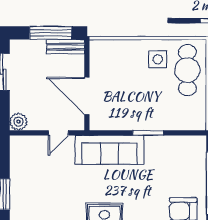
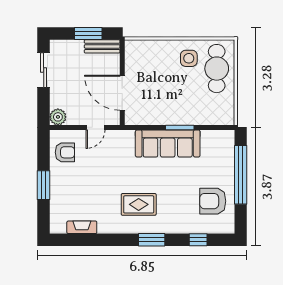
window: (51, 33) -> (88, 34), width x0.69
sofa: (109, 150) -> (168, 143), moved
armchair: (26, 159) -> (65, 152), added

